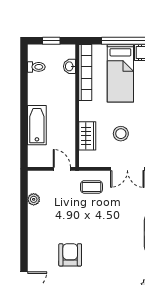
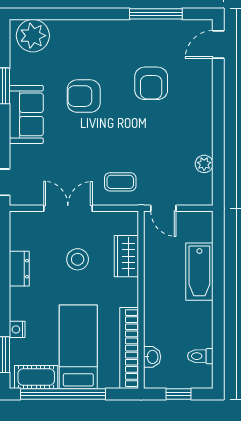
armchair: (117, 246) -> (84, 96), added

